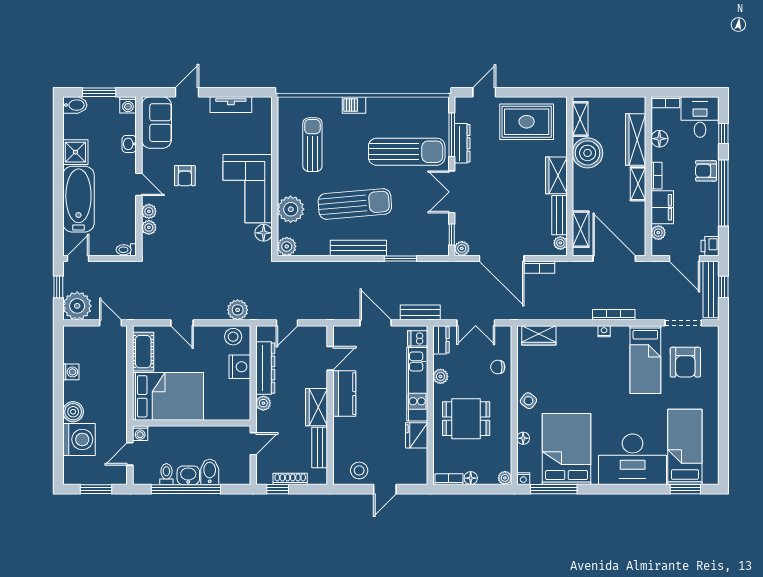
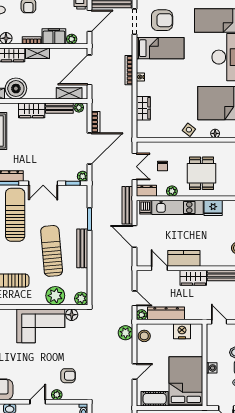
armchair: (185, 176) -> (68, 376), moved
plant: (149, 227) -> (68, 395), removed
bench: (420, 313) -> (127, 205), width x1.36
door: (376, 323) -> (135, 236), hinge flipped
wardrobe: (539, 335) -> (143, 108), moved
nightstand: (240, 367) -> (182, 331), moved
chair: (498, 367) -> (162, 166), moved
plant: (263, 403) -> (142, 315), moved
washing machine: (140, 433) -> (212, 368), moved

